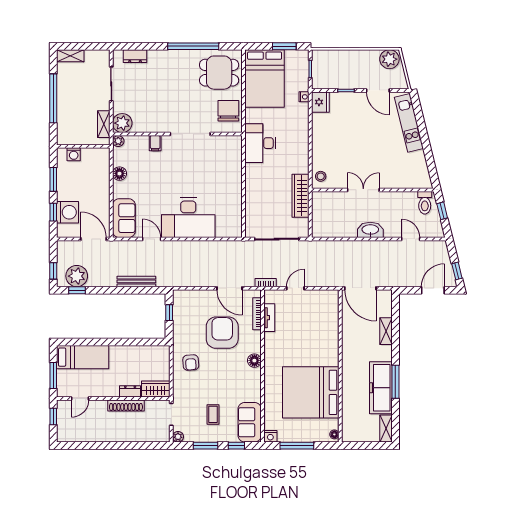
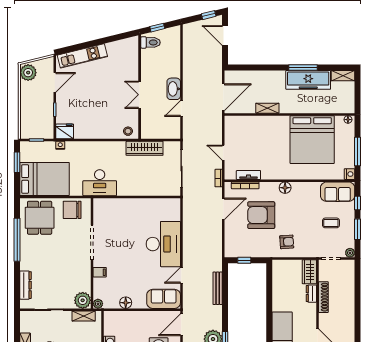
dresser: (135, 56) -> (26, 285), width x1.44
door: (411, 239) -> (181, 108), moved
shelving: (386, 331) -> (267, 108), moved

